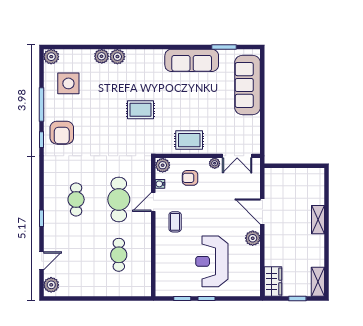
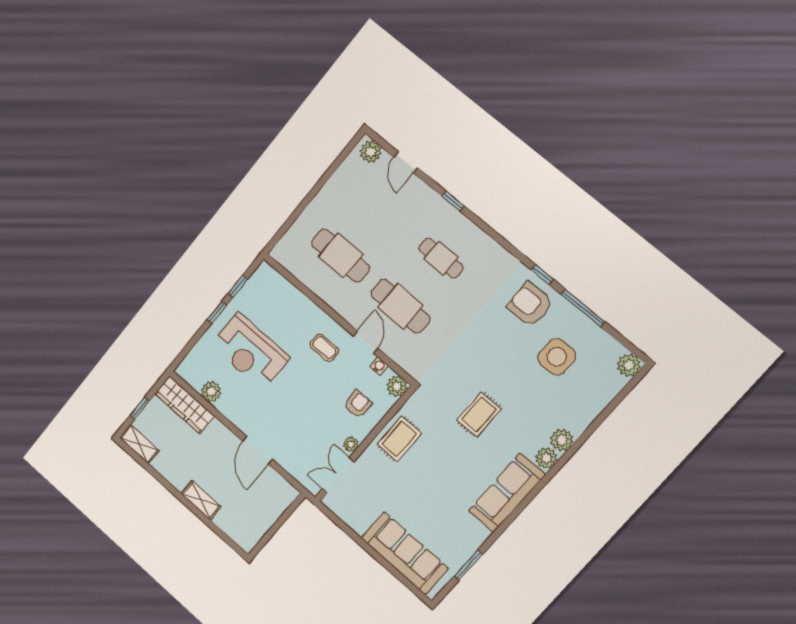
plant: (102, 56) -> (546, 458), moved
sofa: (192, 60) -> (507, 493), moved
side table: (68, 83) -> (557, 357), moved
door: (262, 211) -> (258, 450), swing flipped
plant: (253, 238) -> (211, 392), moved
cafe table: (119, 255) -> (341, 256), width x1.37, depth x1.35
reception desk: (212, 261) -> (250, 351), turned 180
wardrobe: (273, 281) -> (185, 405), width x1.50

